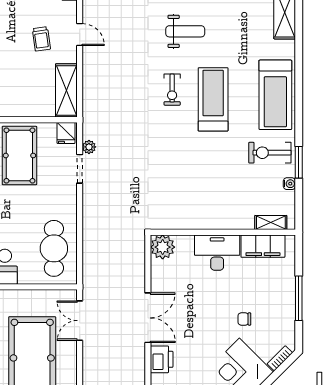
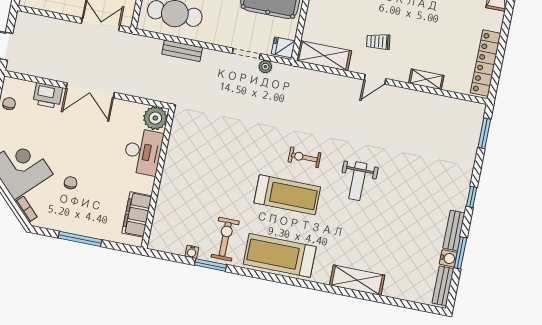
shelving: (271, 223) -> (158, 227), removed
bench: (90, 234) -> (182, 51), added
desk: (217, 253) -> (143, 152), moved

